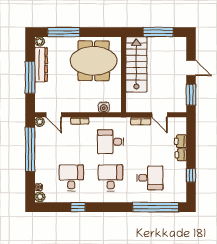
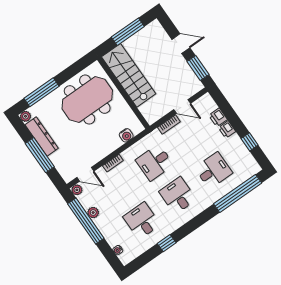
plant: (40, 197) -> (93, 213), moved

